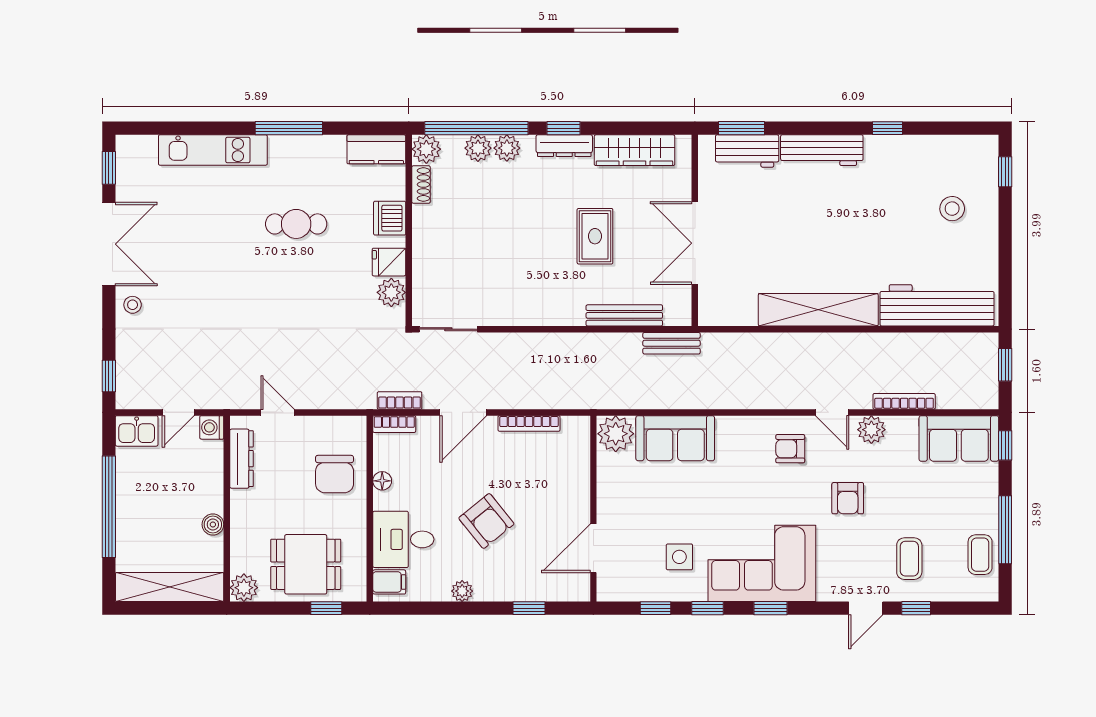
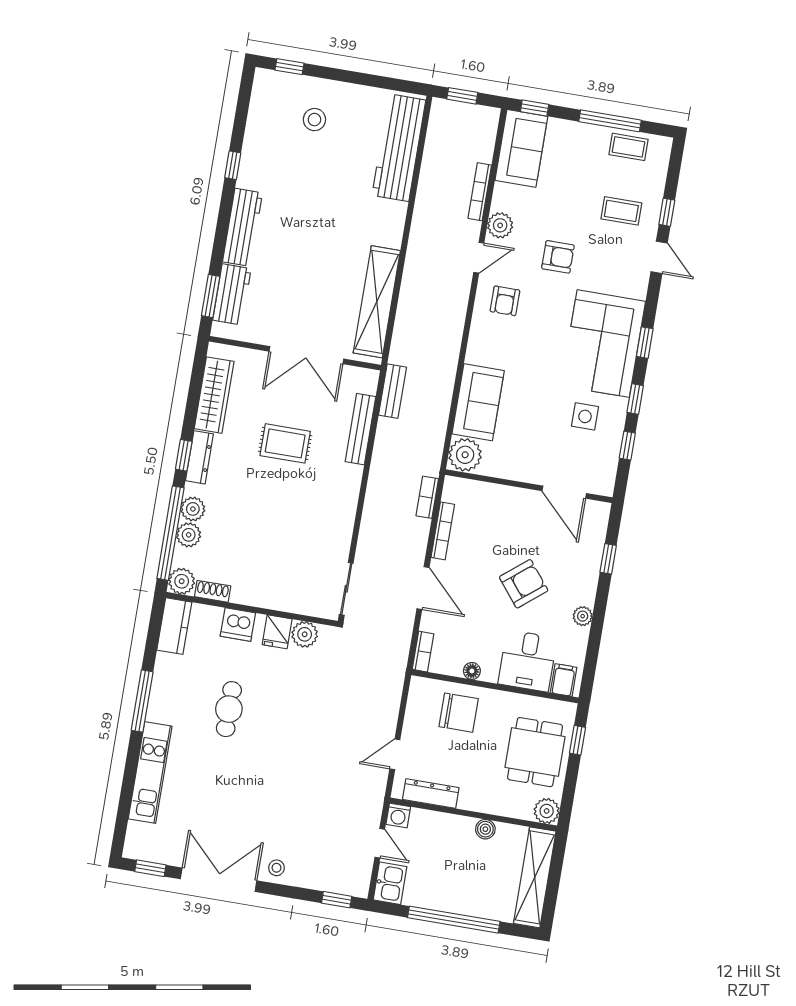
shelving: (818, 310) -> (377, 302), moved
bookcase: (400, 400) -> (427, 497), moved

